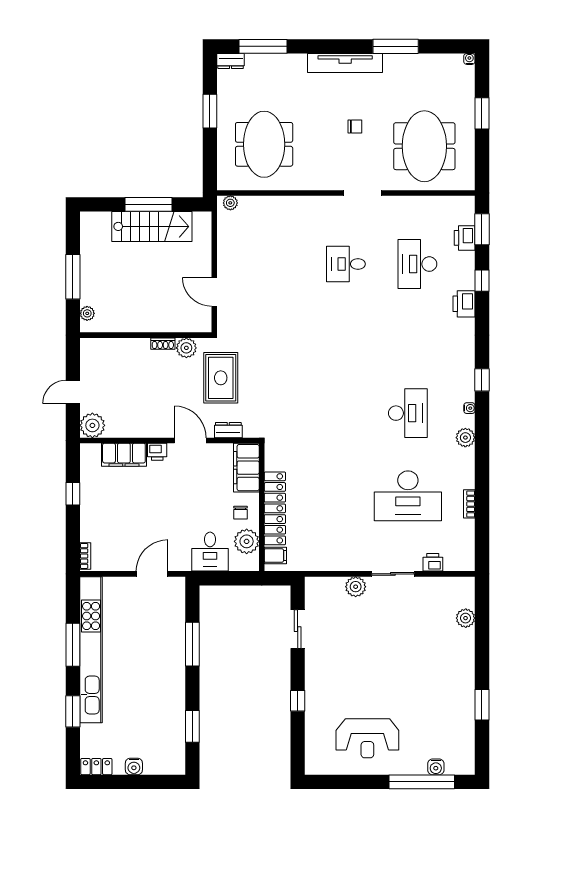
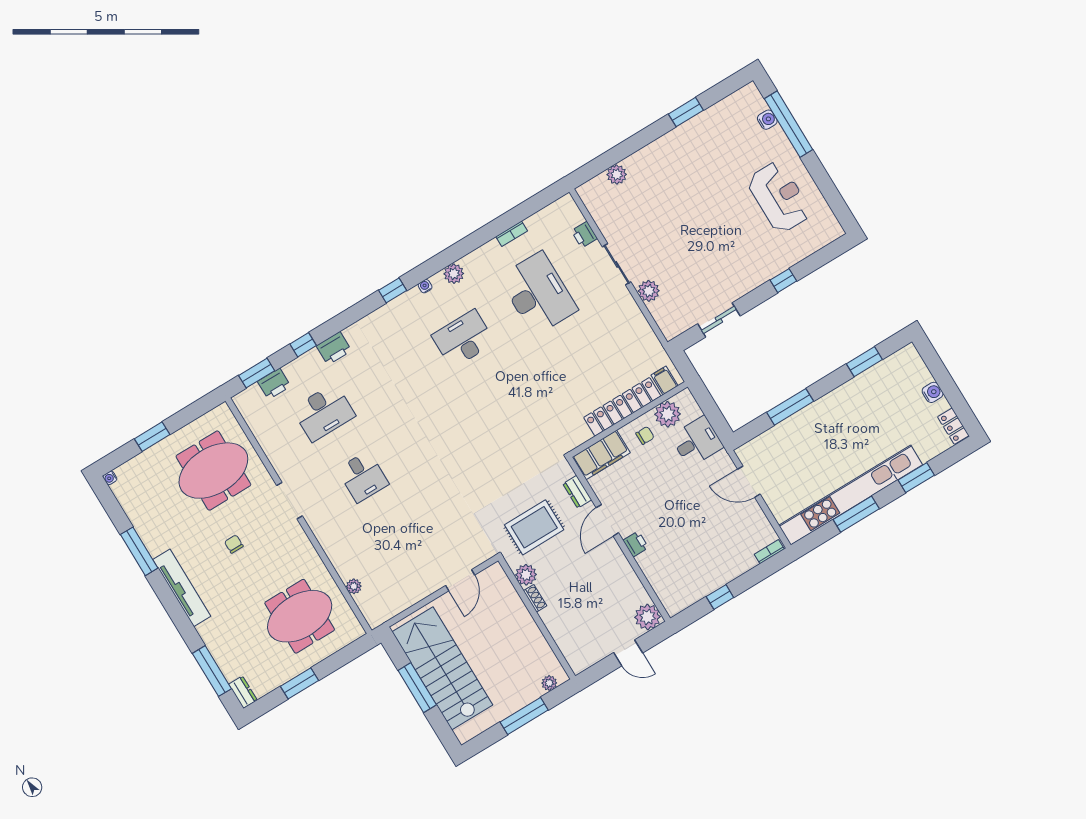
plant: (230, 203) -> (354, 586), moved
stairs: (152, 226) -> (442, 668), width x1.36, depth x1.51
filing cabinet: (124, 455) -> (657, 572), removed

